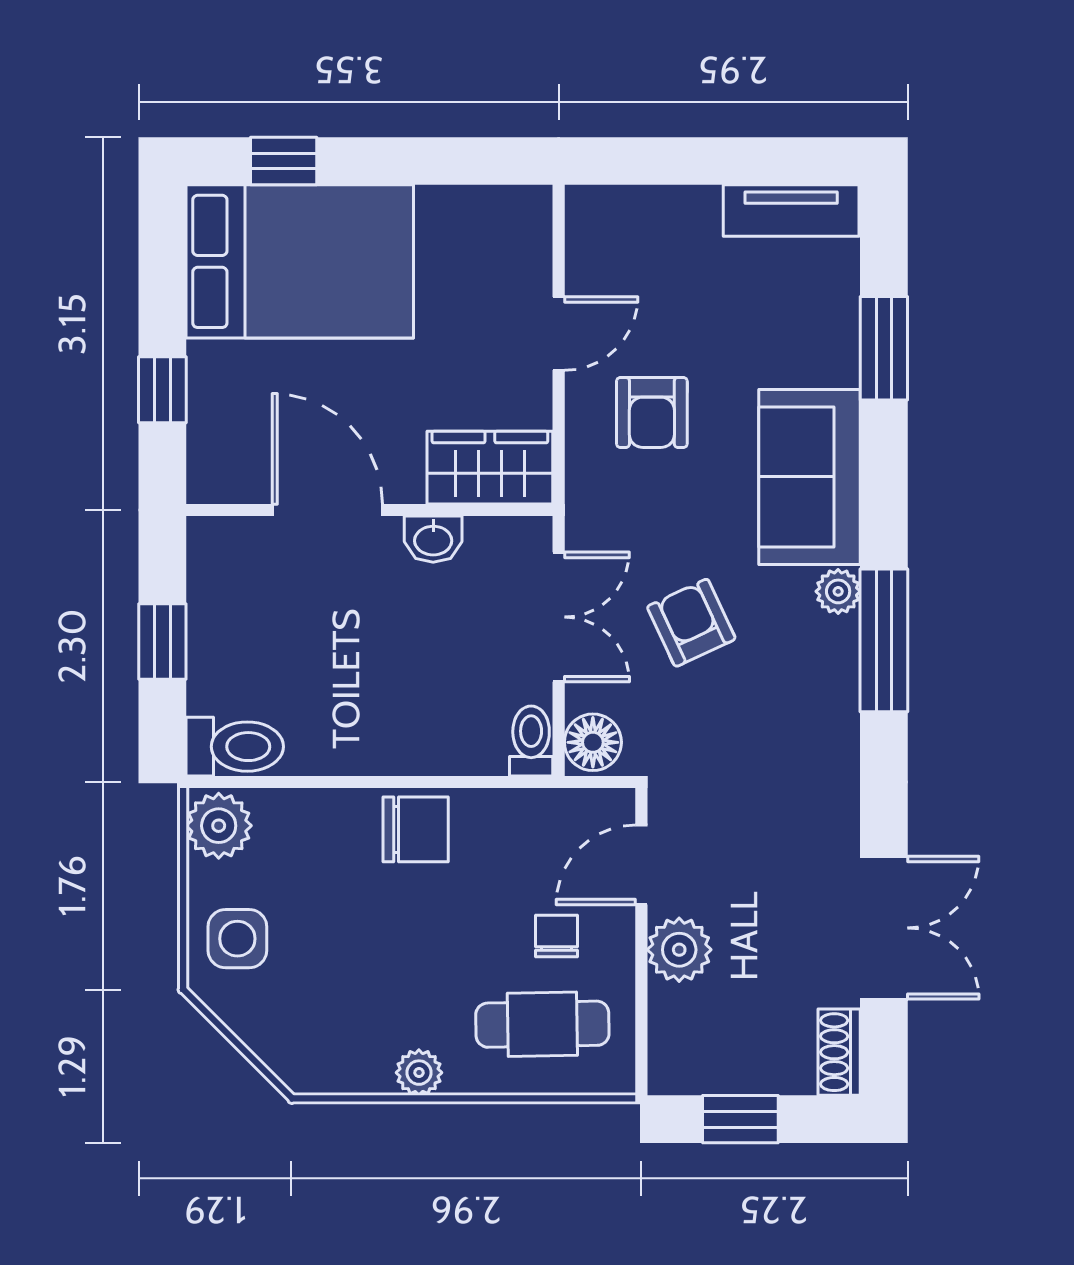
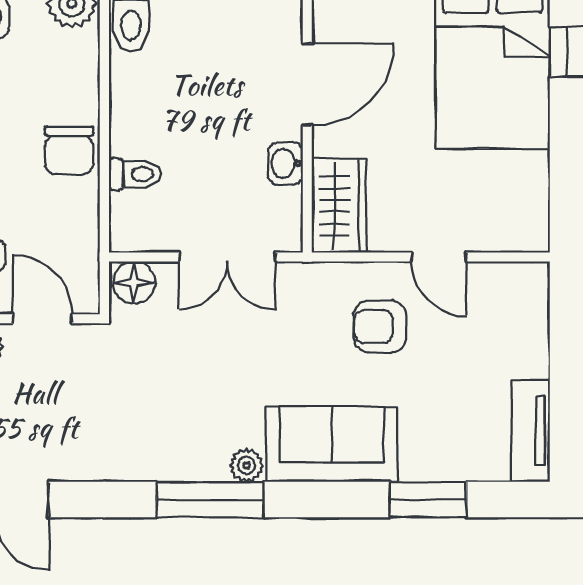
armchair: (691, 623) -> (223, 356), removed
toilet: (531, 741) -> (135, 174), moved

